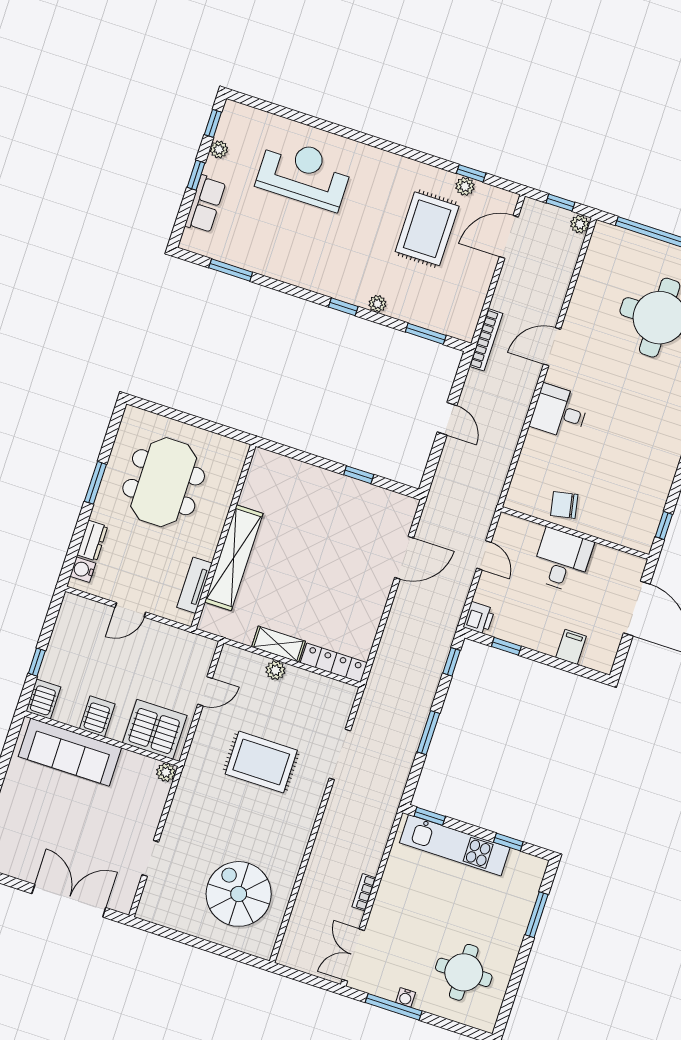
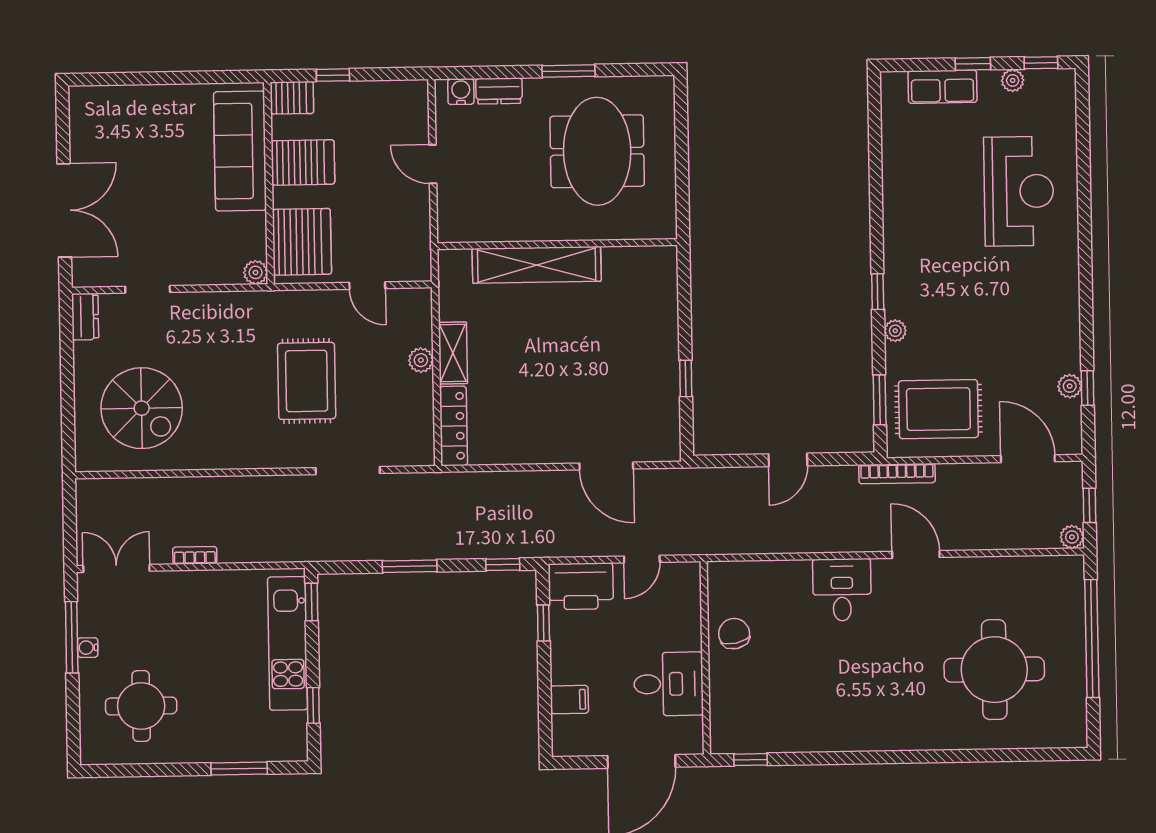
rug: (427, 229) -> (938, 409), moved
window: (231, 270) -> (875, 144), removed
meeting table: (164, 482) -> (597, 151), turned 90
desk: (562, 560) -> (669, 684), moved
tv unit: (194, 585) -> (488, 230), removed
printer: (479, 618) -> (581, 586), width x1.87, depth x1.48
server rack: (97, 716) -> (303, 162), width x1.36, depth x1.44
spiral stairs: (239, 894) -> (142, 408), turned 90
dresser: (155, 913) -> (85, 317), added

